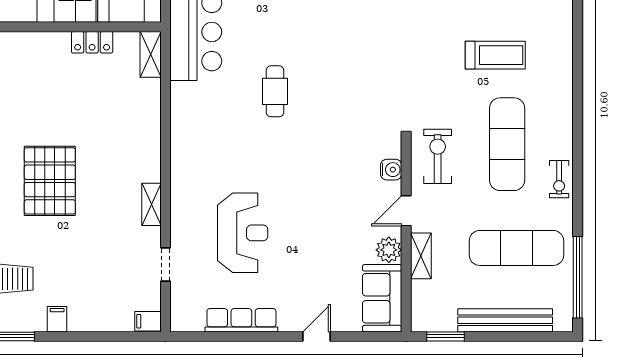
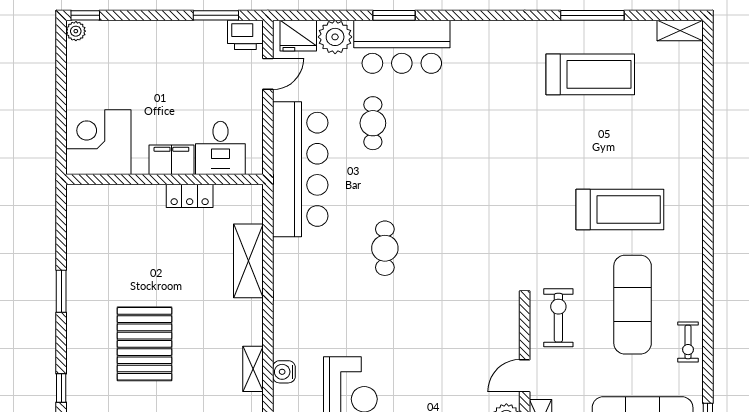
shelving: (151, 54) -> (248, 261), moved, width x1.50, depth x1.33
treadmill: (495, 55) -> (620, 210), width x1.37, depth x1.38
water cooler: (391, 170) -> (284, 372), moved, turned 180

